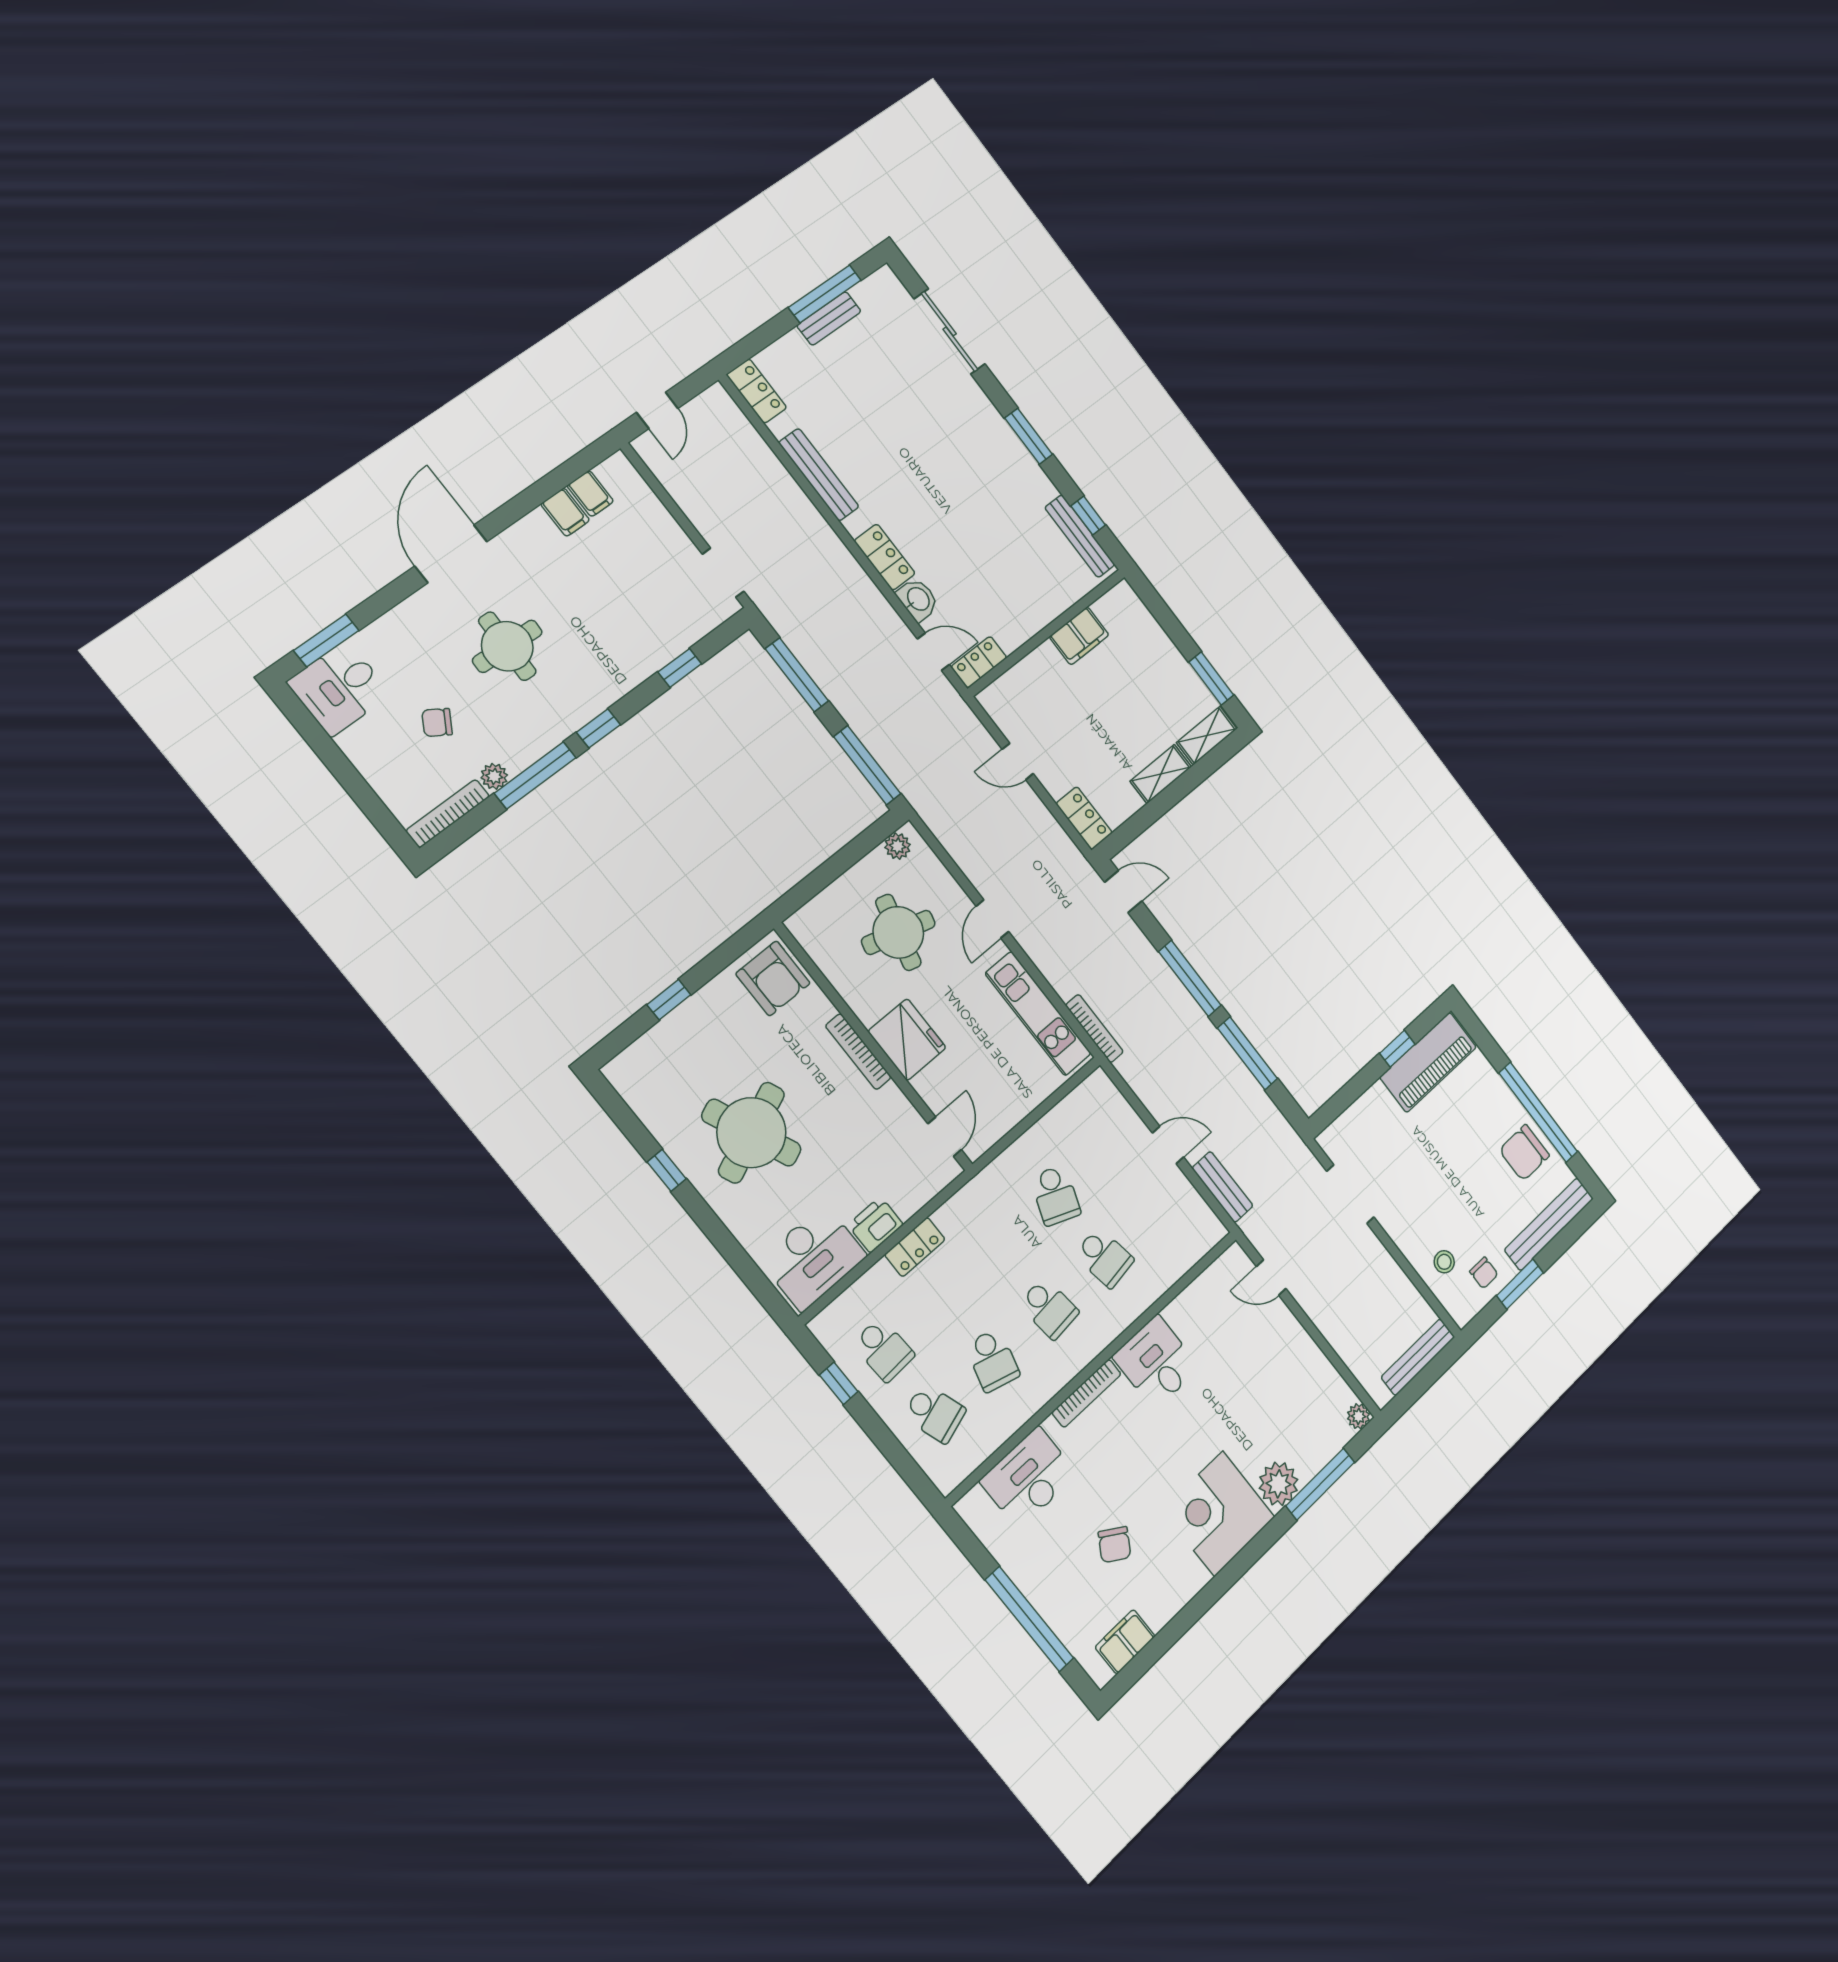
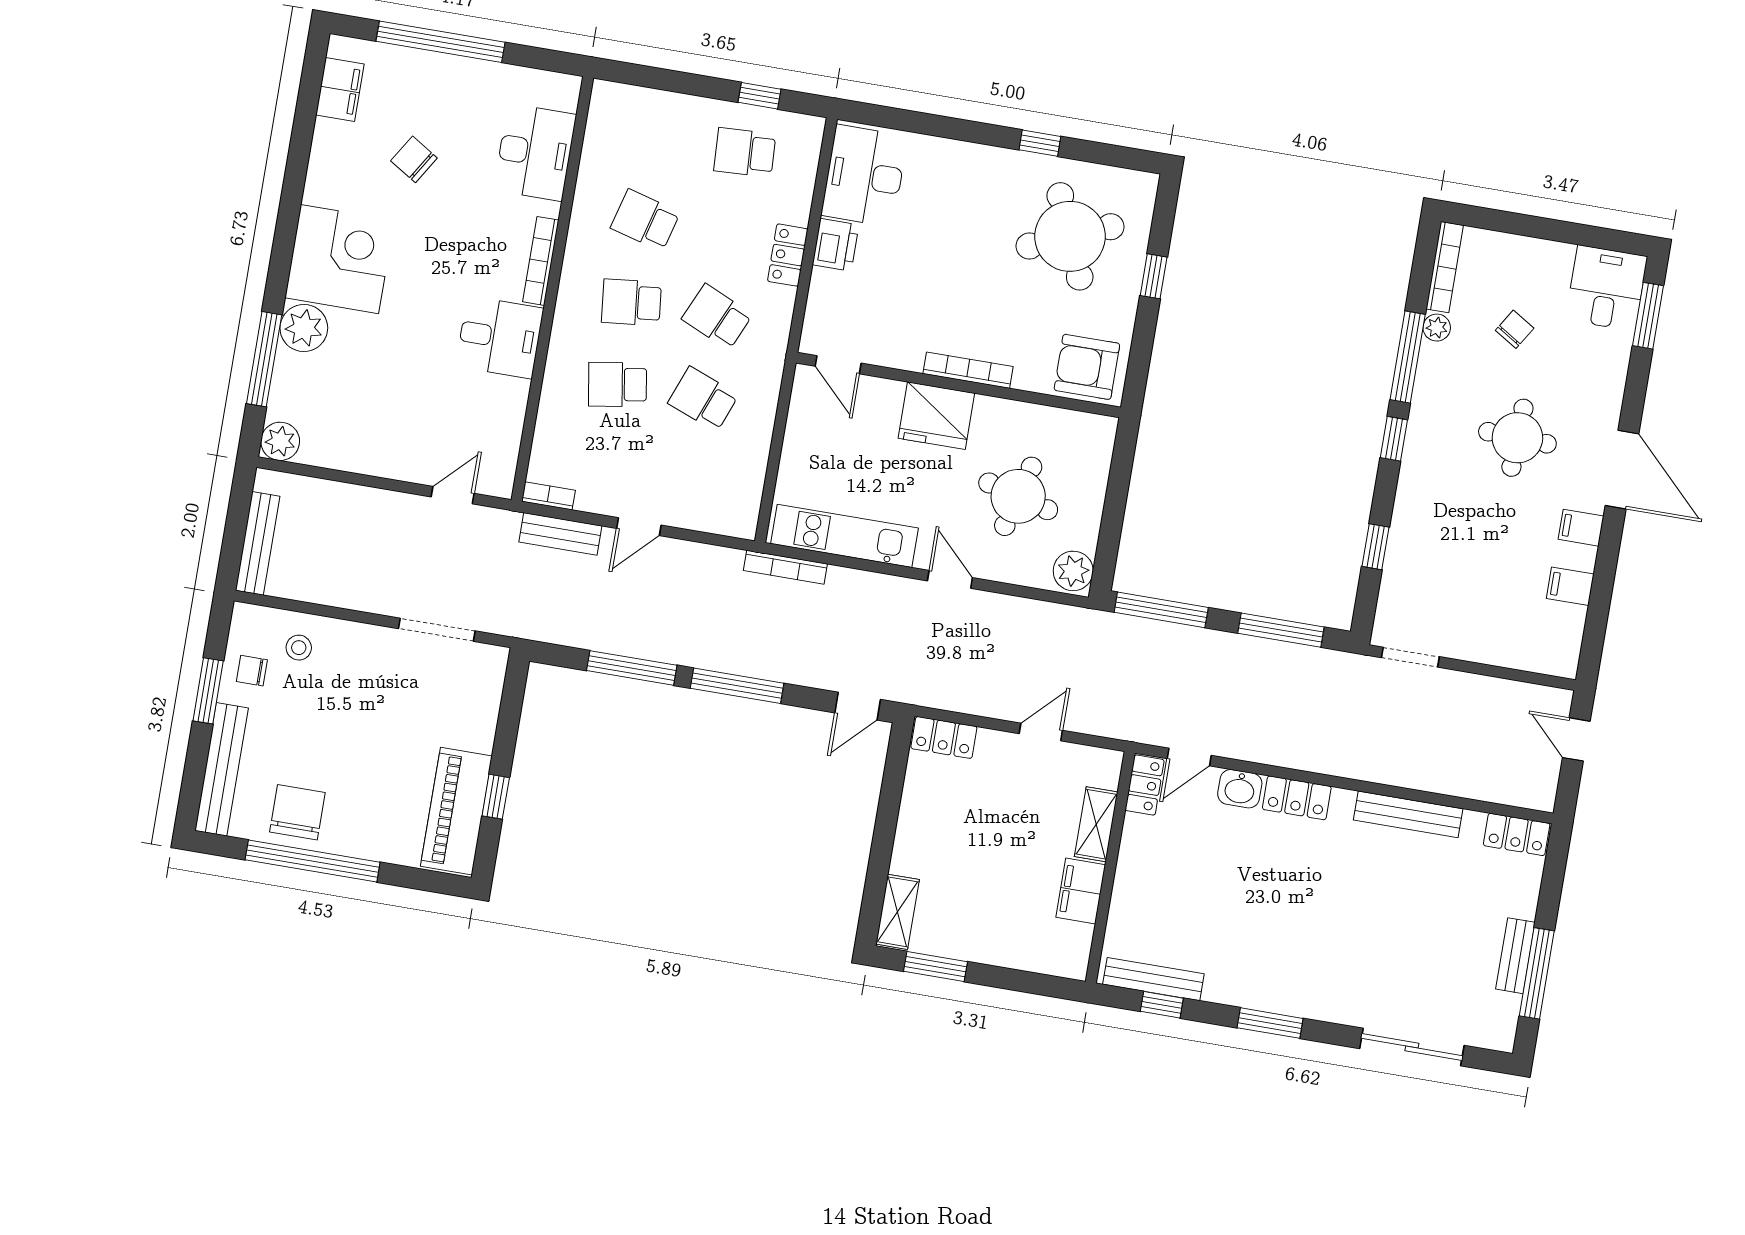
filing cabinet: (590, 494) -> (1581, 528), moved
shelving: (1161, 774) -> (1096, 824), moved
plant: (898, 846) -> (1073, 571), width x1.38, depth x1.38
round table: (751, 1133) -> (1070, 236), moved
bookcase: (1210, 1220) -> (548, 496), added
school desk: (935, 1413) -> (717, 317), moved, turned 42
plant: (1358, 1416) -> (280, 441), width x1.38, depth x1.38

